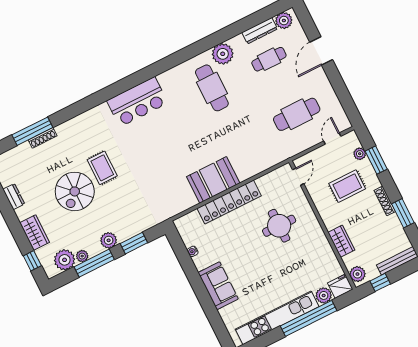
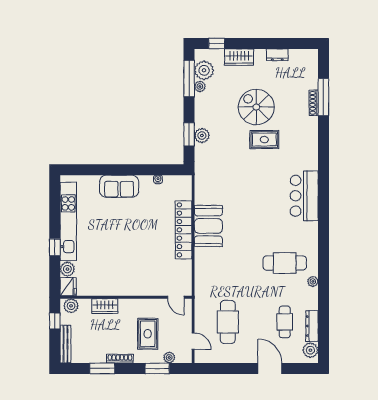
plant: (223, 54) -> (313, 281), width x0.53, depth x0.53
round table: (279, 226) -> (143, 261), removed
plant: (109, 240) -> (202, 136), moved
window: (94, 263) -> (189, 79), moved
window: (309, 318) -> (55, 247), width x0.32

